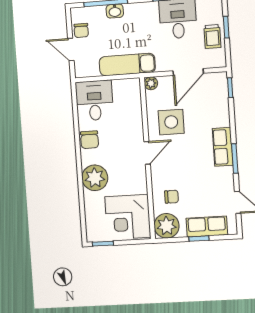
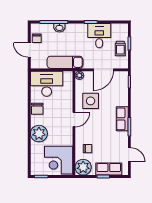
desk: (94, 100) -> (47, 84), width x1.37

